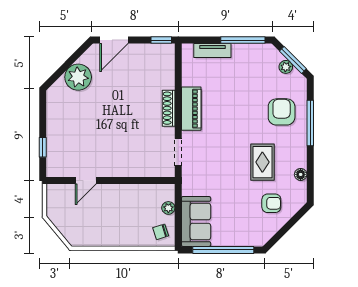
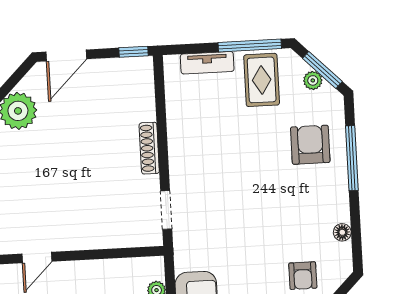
piano: (191, 109) -> (182, 147), removed
rug: (262, 162) -> (262, 80), moved
armchair: (271, 203) -> (303, 276), turned 90

